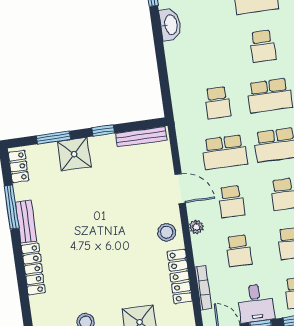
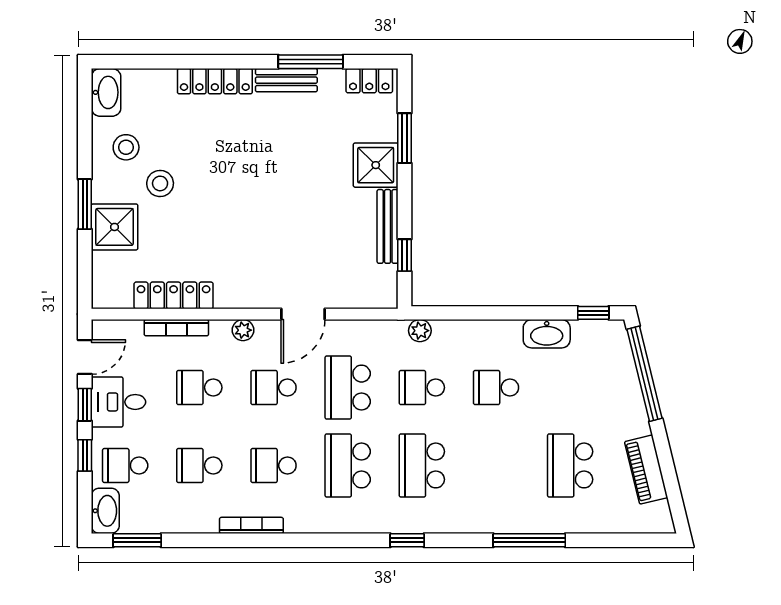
school desk: (263, 46) -> (496, 388), moved
plant: (180, 109) -> (420, 331), added
window: (103, 131) -> (405, 255), moved
bench: (141, 137) -> (388, 226), moved
stool: (167, 232) -> (160, 183), moved
bookcase: (203, 288) -> (176, 328), moved

